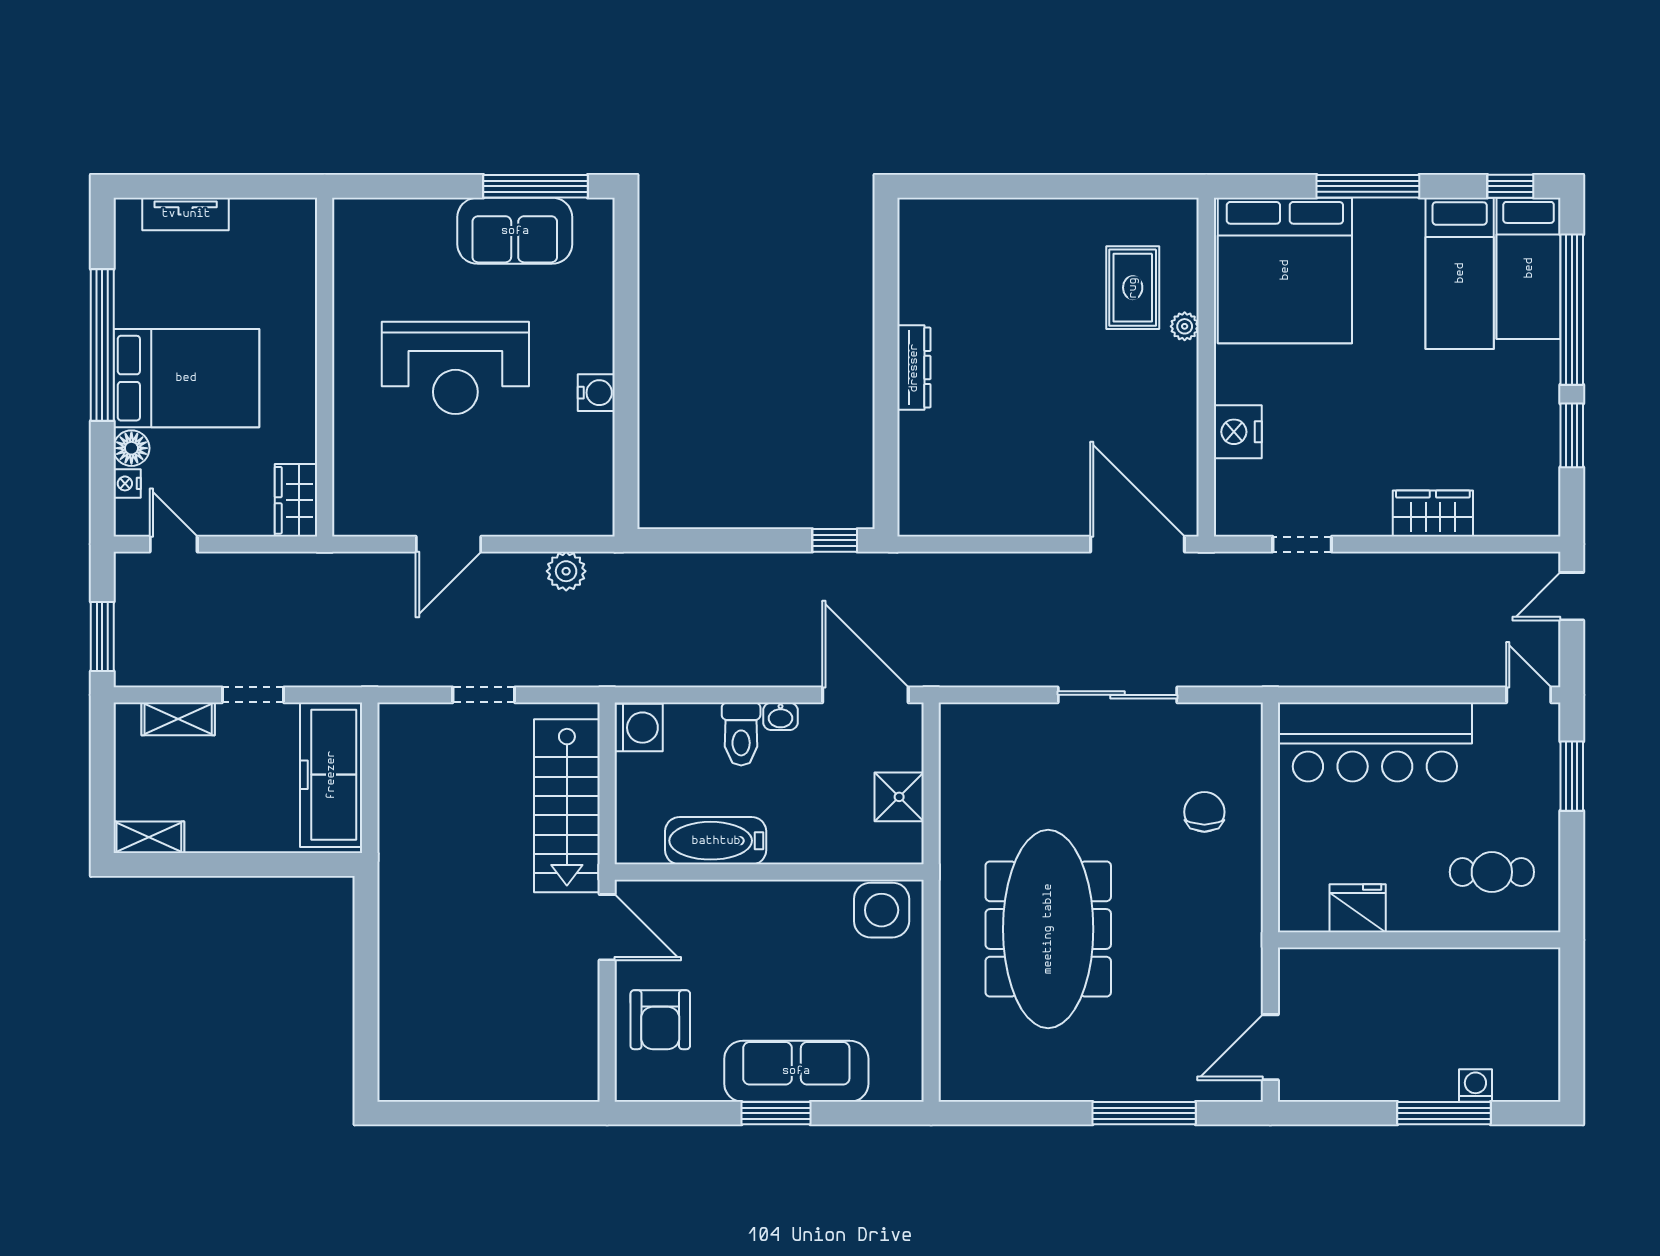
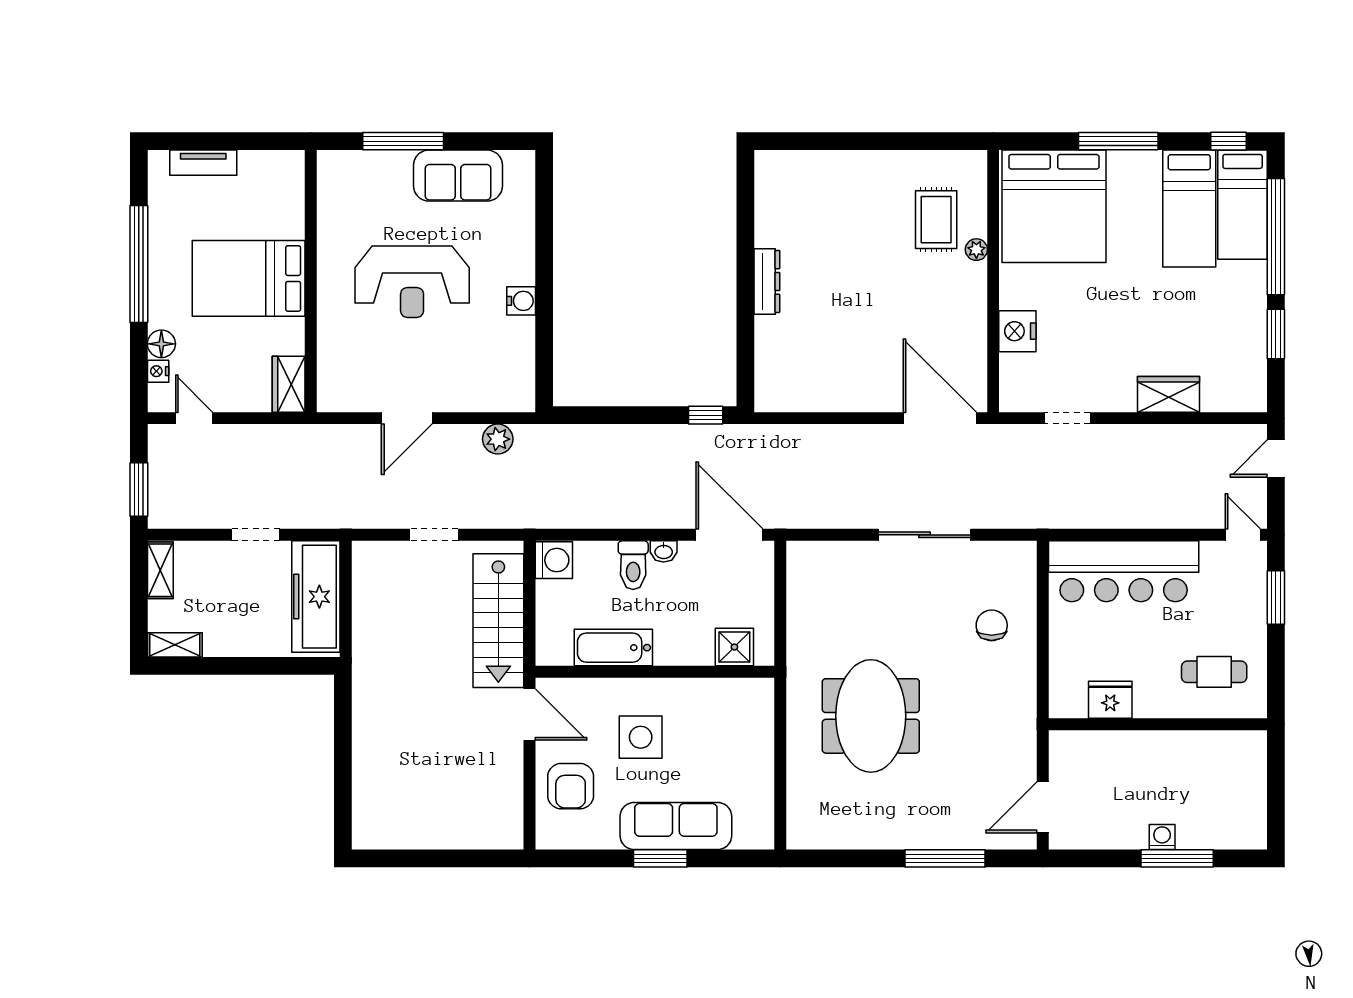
window: (535, 186) -> (403, 141), moved
bed: (186, 378) -> (249, 278), moved, turned 180
shelving: (178, 719) -> (160, 570), moved, turned 90
shower: (899, 797) -> (734, 647), moved
side table: (882, 910) -> (641, 737), moved
meeting table: (1048, 929) -> (871, 716), width x0.73
washing machine: (1475, 1085) -> (1162, 837), moved

